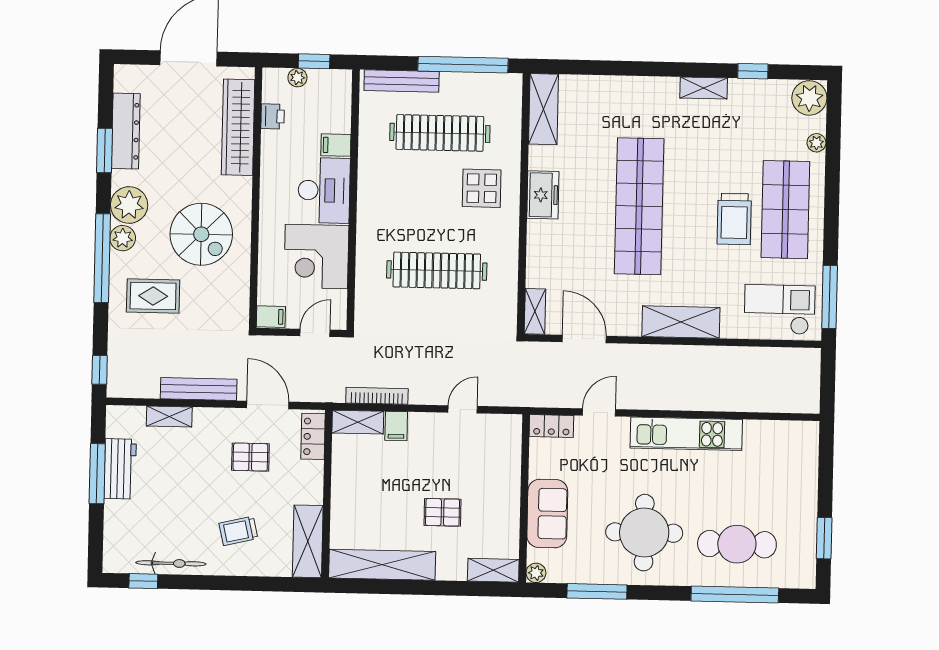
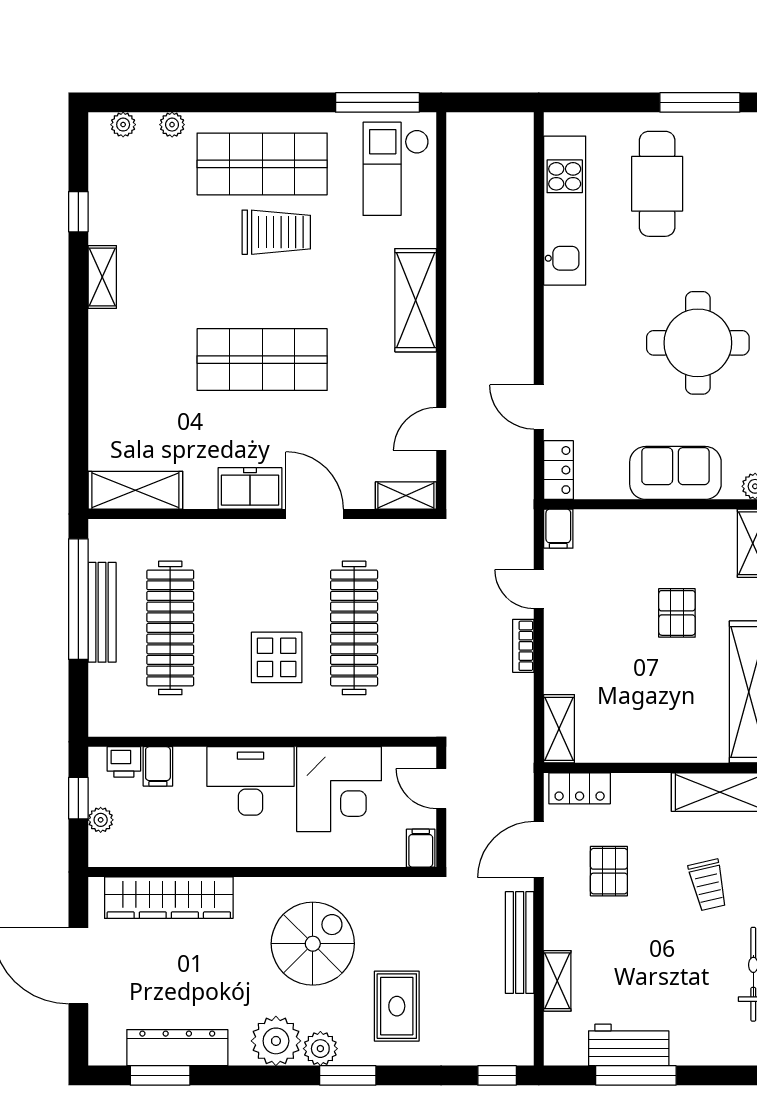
bench: (402, 81) -> (102, 612), moved
plant: (809, 98) -> (123, 125), width x0.53, depth x0.53
printer: (273, 116) -> (124, 762), moved, turned 180
filing cabinet: (336, 145) -> (158, 766), moved
window: (105, 150) -> (160, 1075), moved
display table: (482, 188) -> (277, 657), moved
shop shelf: (639, 206) -> (262, 360), width x0.71
door: (523, 243) -> (315, 514), added
window: (102, 258) -> (348, 1075), width x0.47
door: (584, 339) -> (441, 429), width x0.73
bookcase: (377, 396) -> (523, 646), moved, width x0.64
filing cabinet: (396, 426) -> (558, 529), moved, turned 90
kitchen unit: (686, 434) -> (565, 211), moved
window: (824, 538) -> (700, 102), width x1.44
cafe table: (737, 544) -> (657, 184), moved

